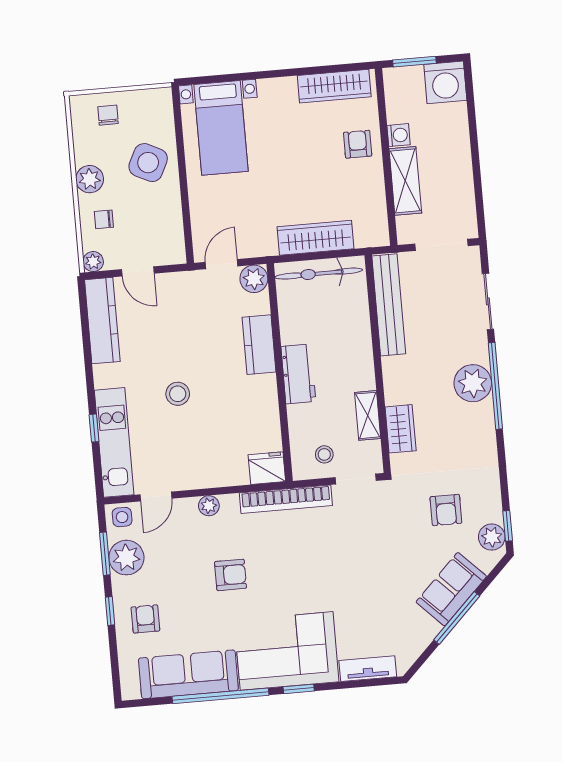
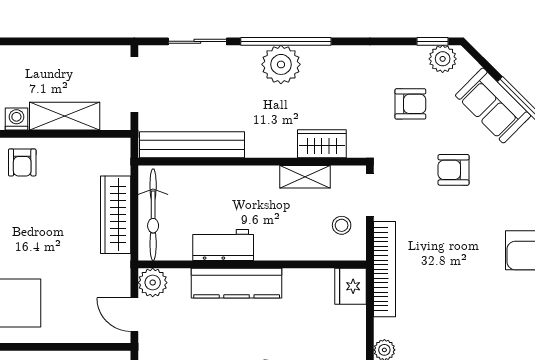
armchair: (358, 144) -> (22, 162), turned -90
kitchen counter: (259, 345) -> (237, 283), width x1.50
workbench: (298, 374) -> (223, 245), moved
armchair: (231, 575) -> (454, 170), moved, turned -90

